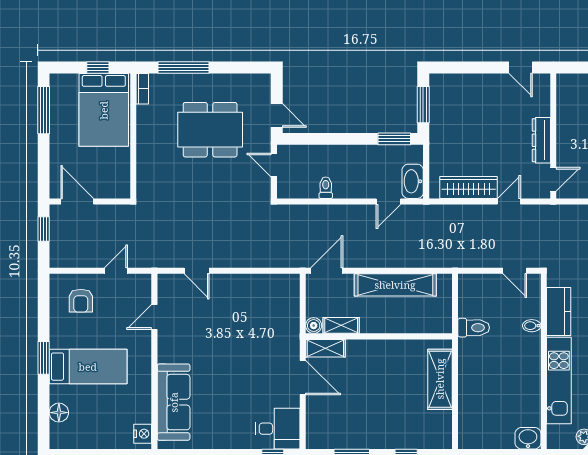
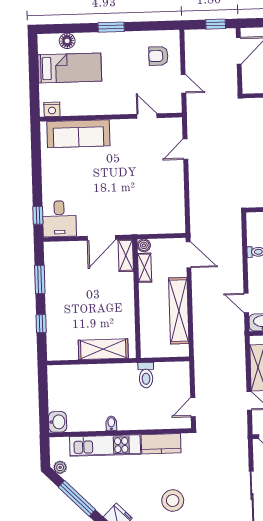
bidet: (532, 326) -> (111, 423), moved
bed: (88, 367) -> (70, 68), moved, turned -90

